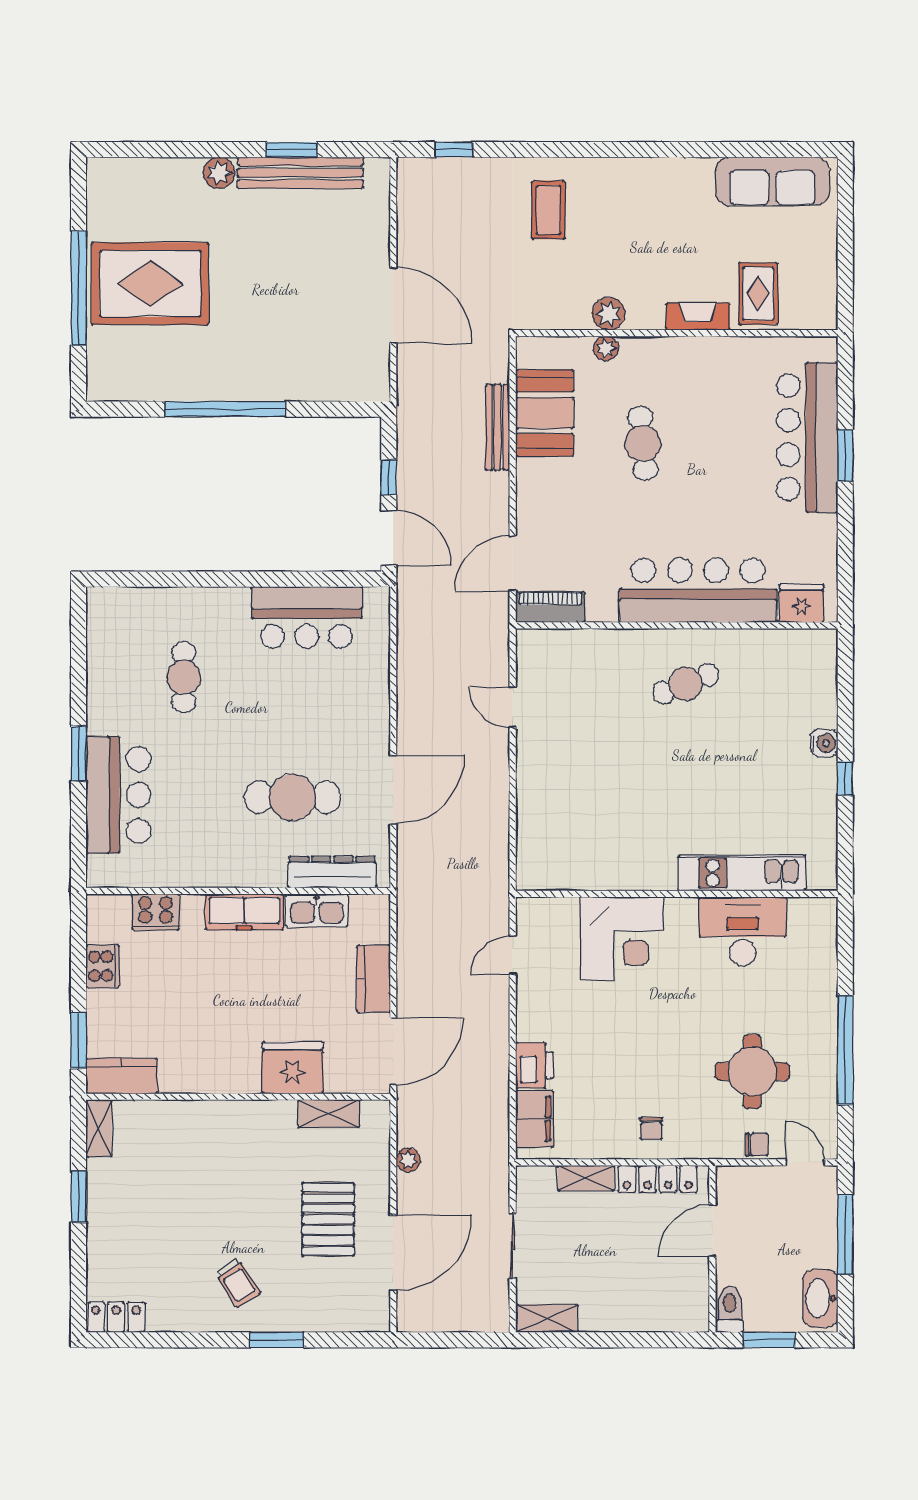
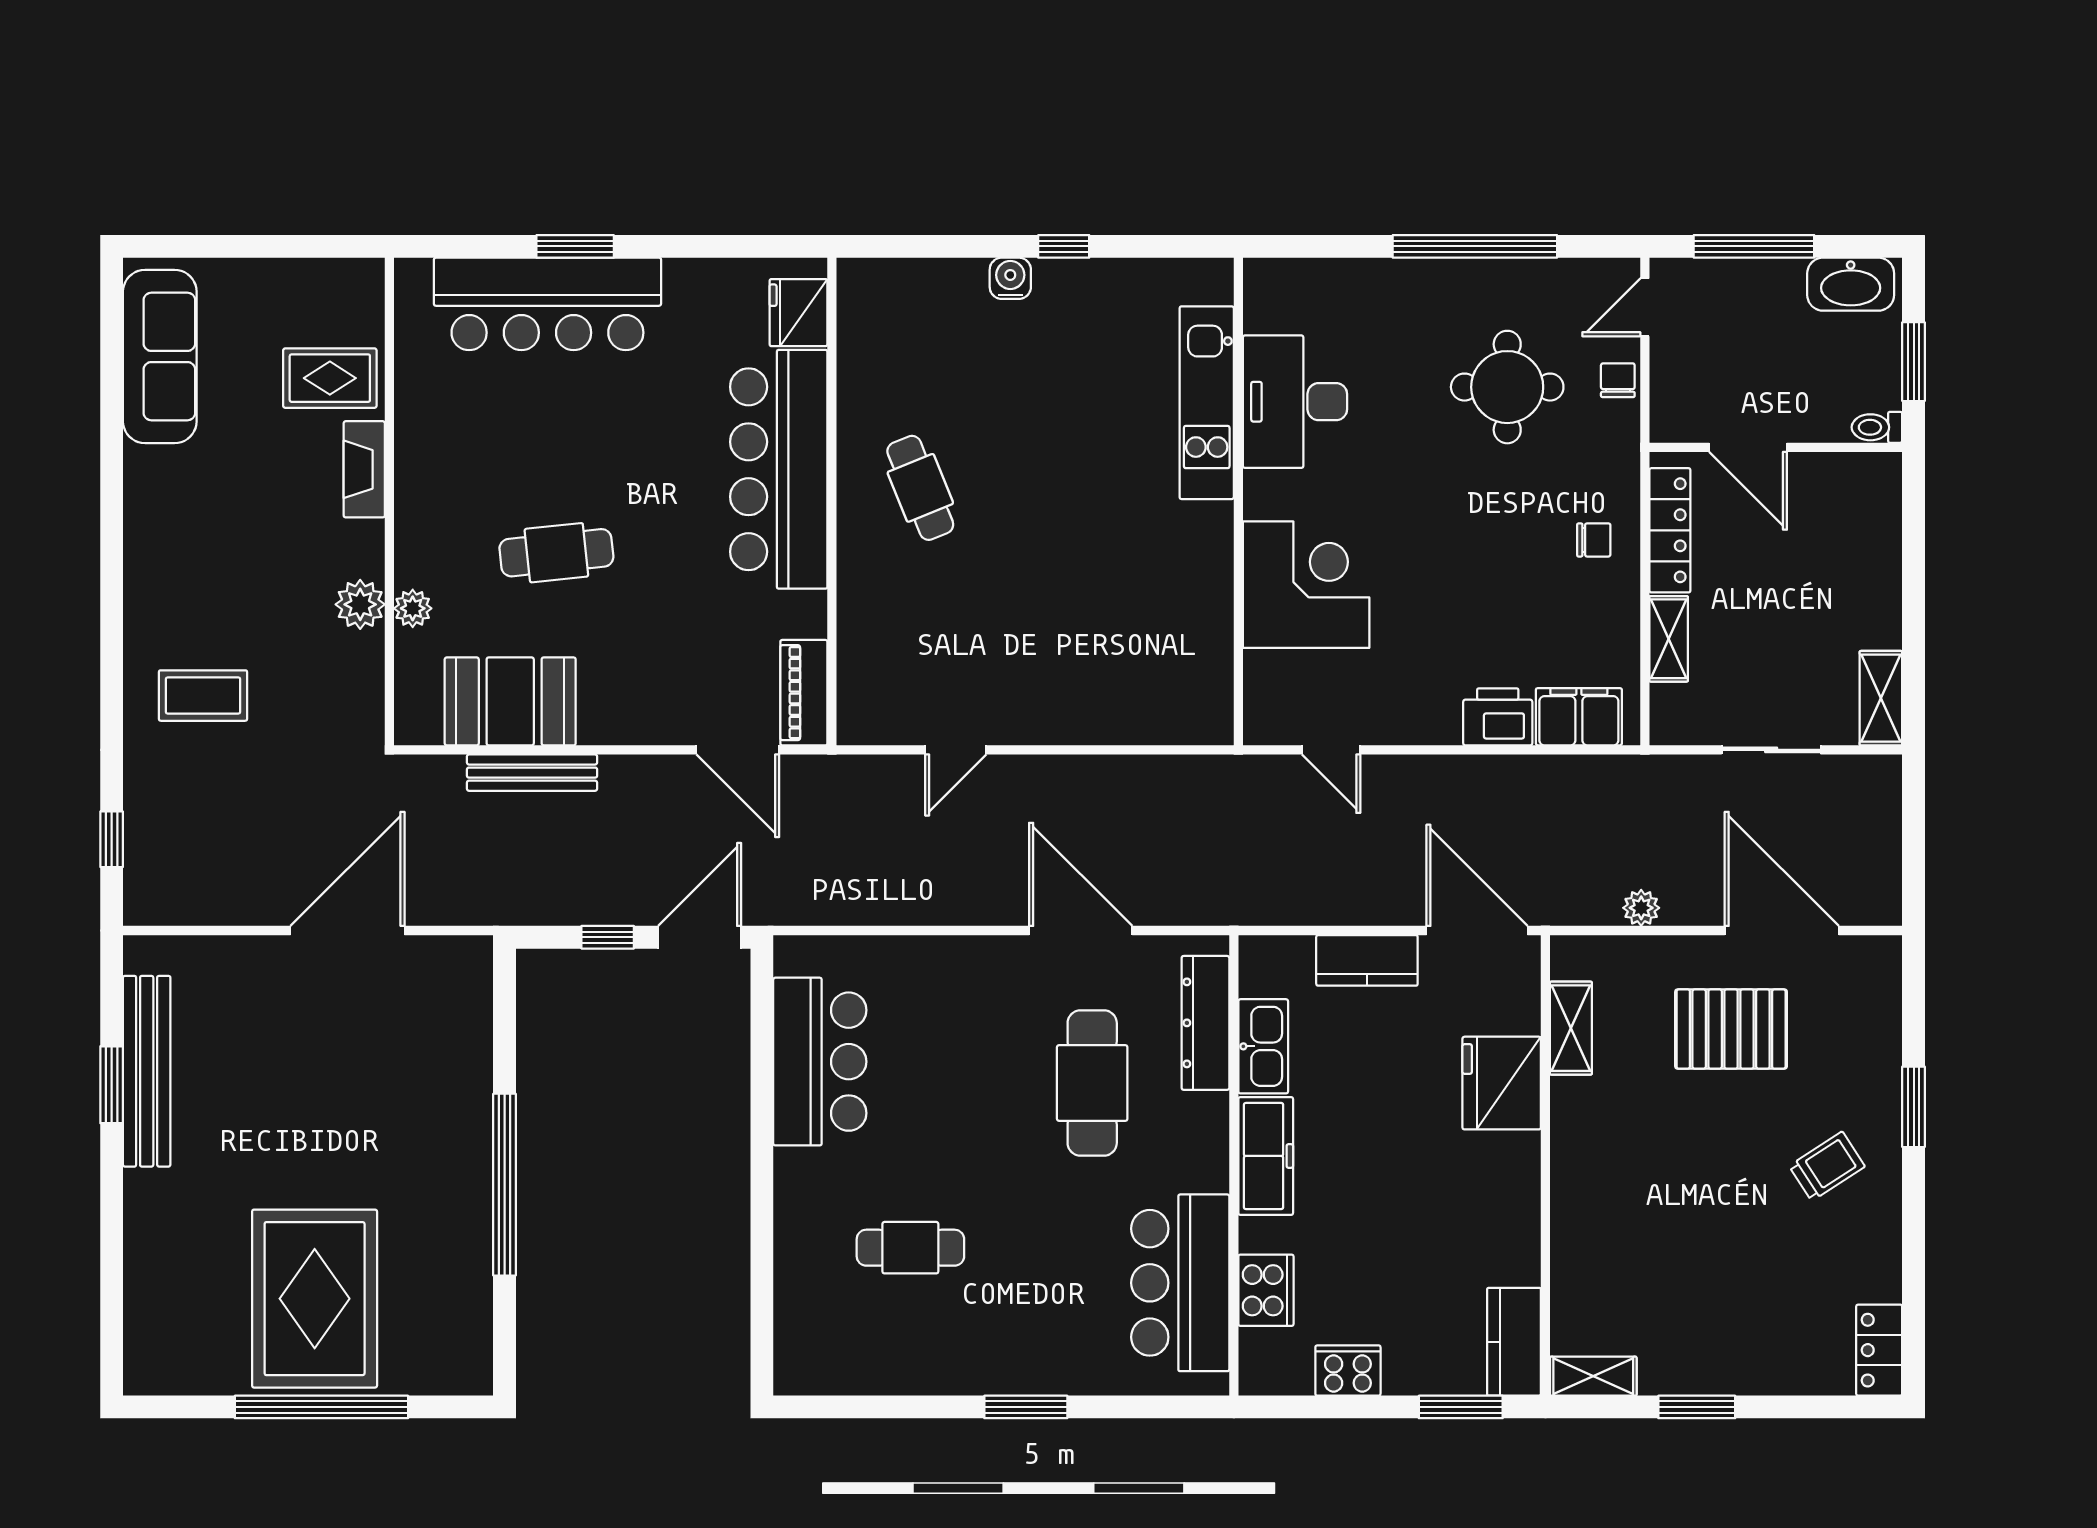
plant: (219, 173) -> (147, 1194), removed
bar counter: (118, 795) -> (1180, 1283), moved, turned -90
toilet: (730, 1309) -> (1877, 427), width x0.73, depth x0.72

